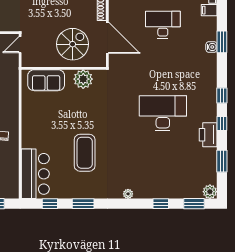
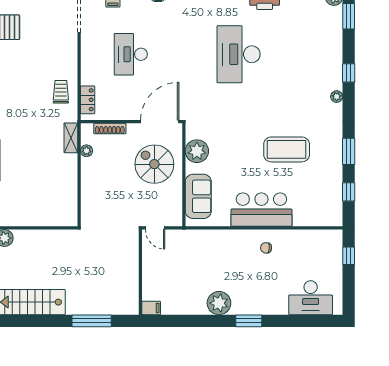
door: (107, 38) -> (160, 122), moved
bar counter: (35, 174) -> (261, 210), moved
window: (161, 204) -> (349, 73), moved

